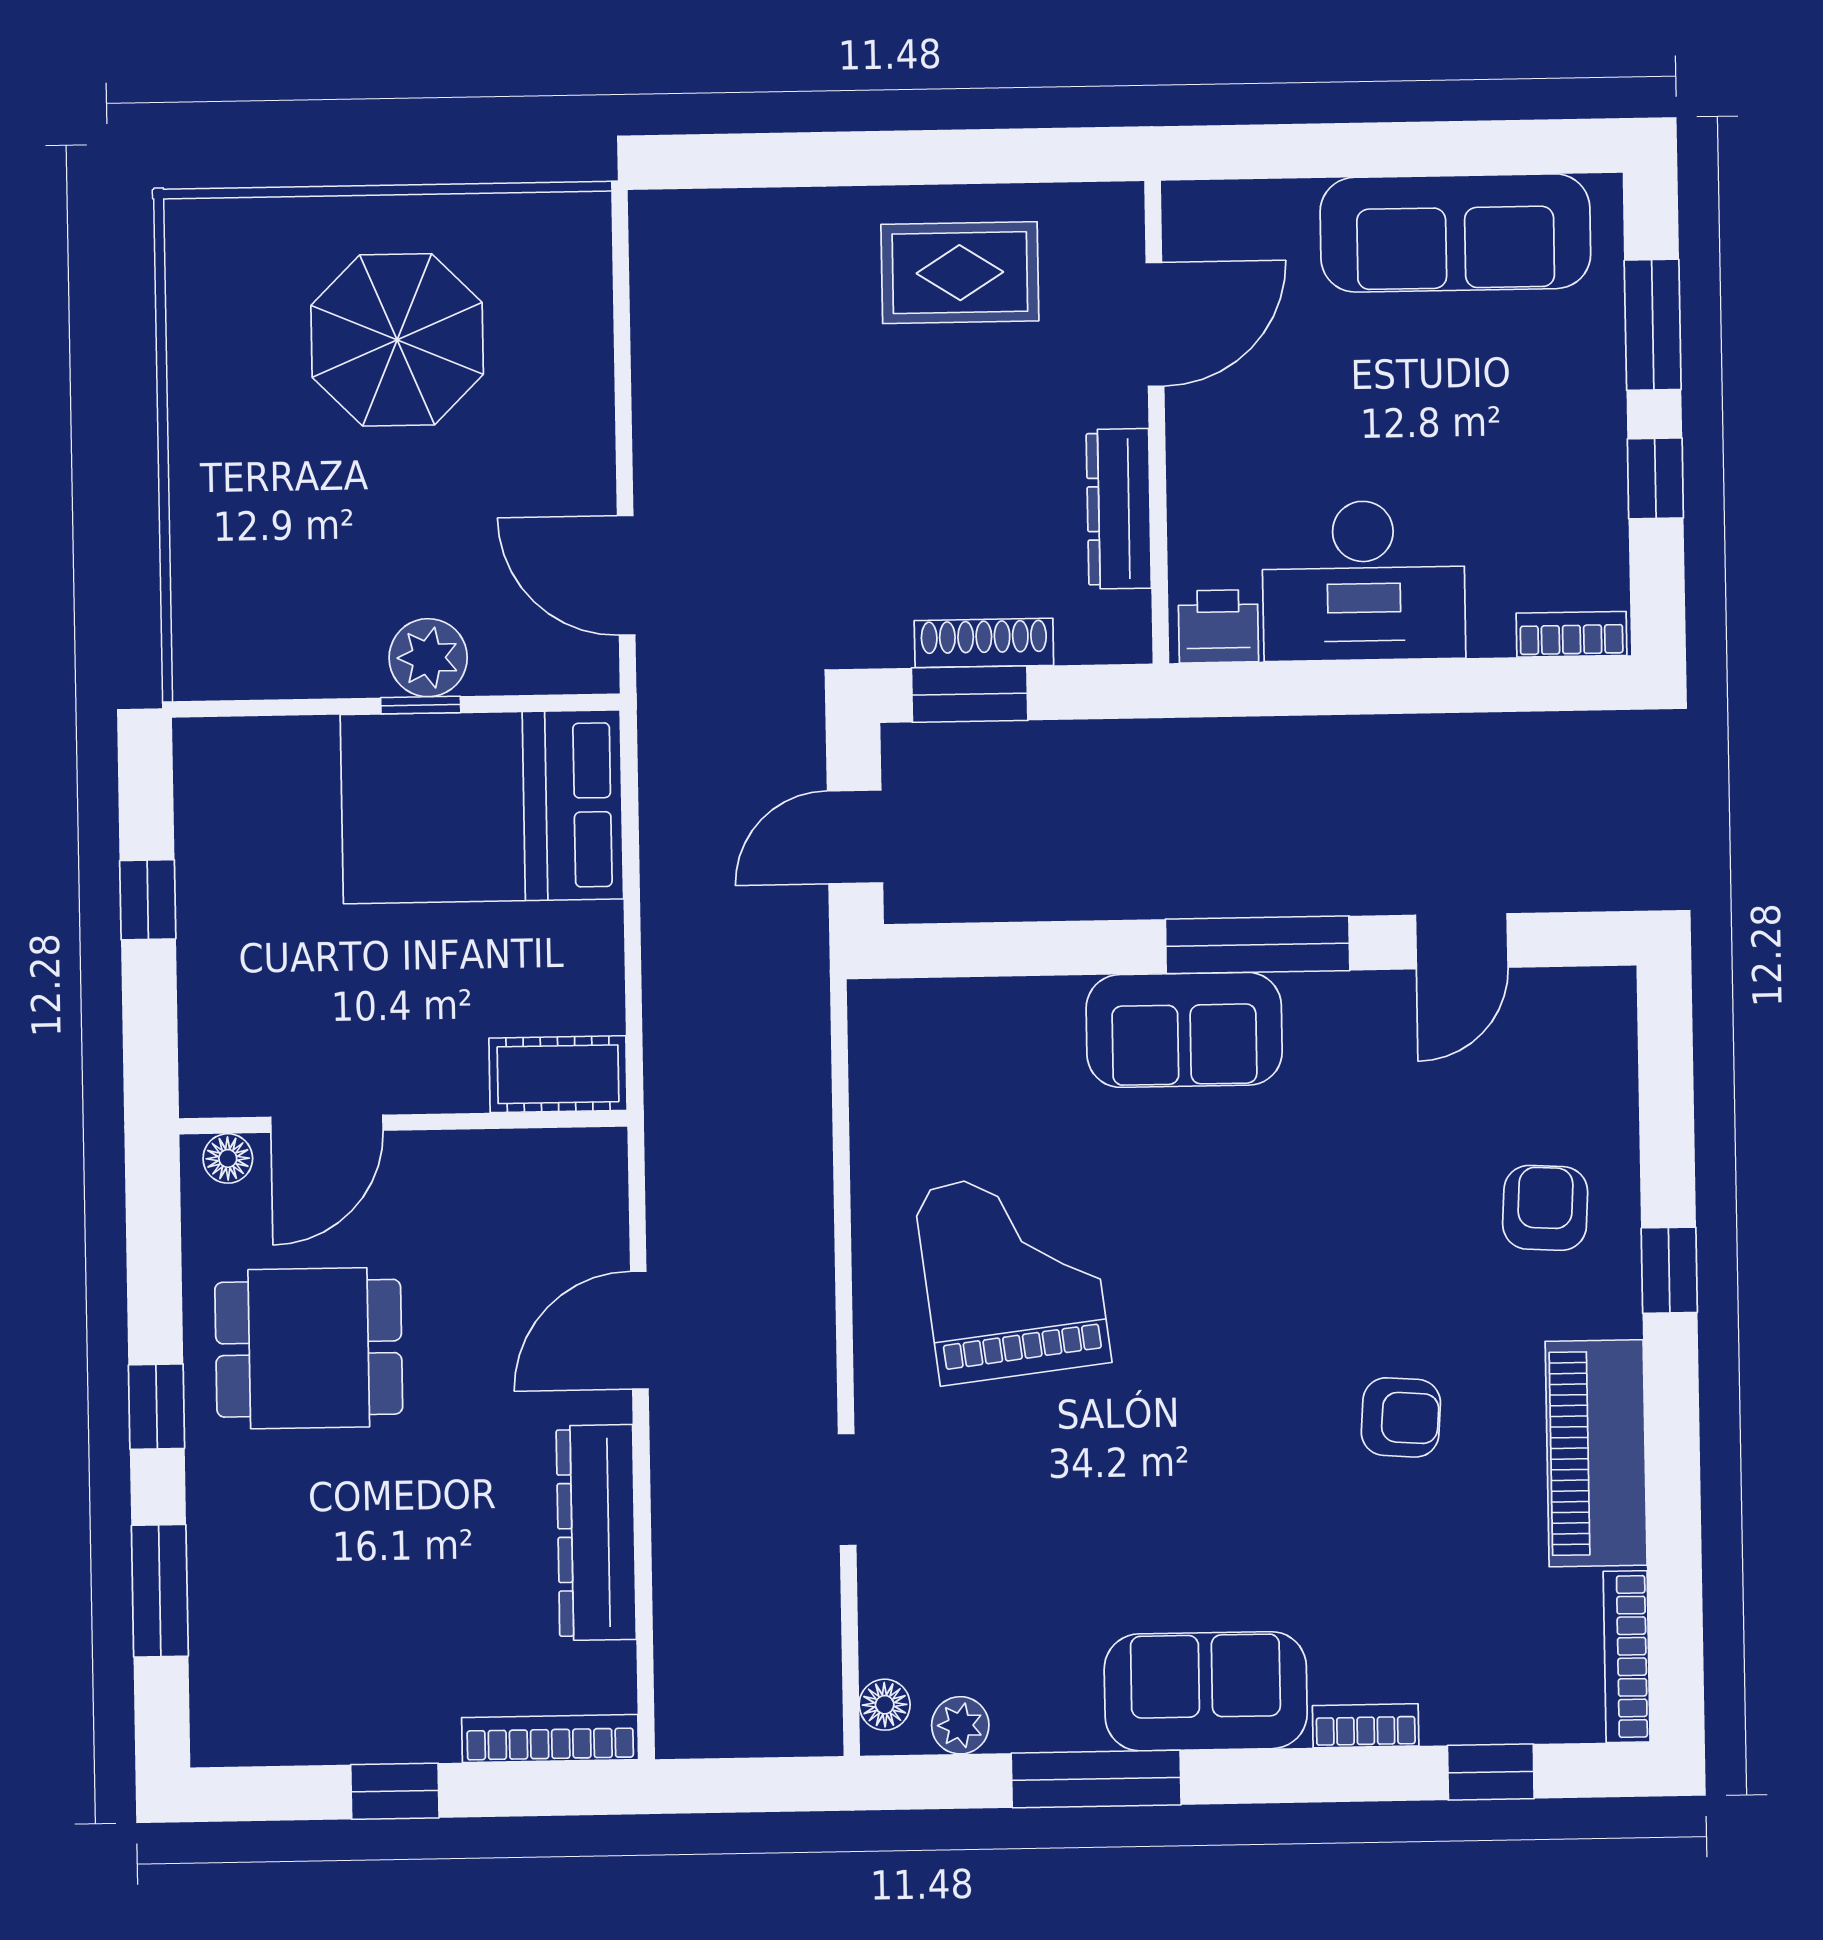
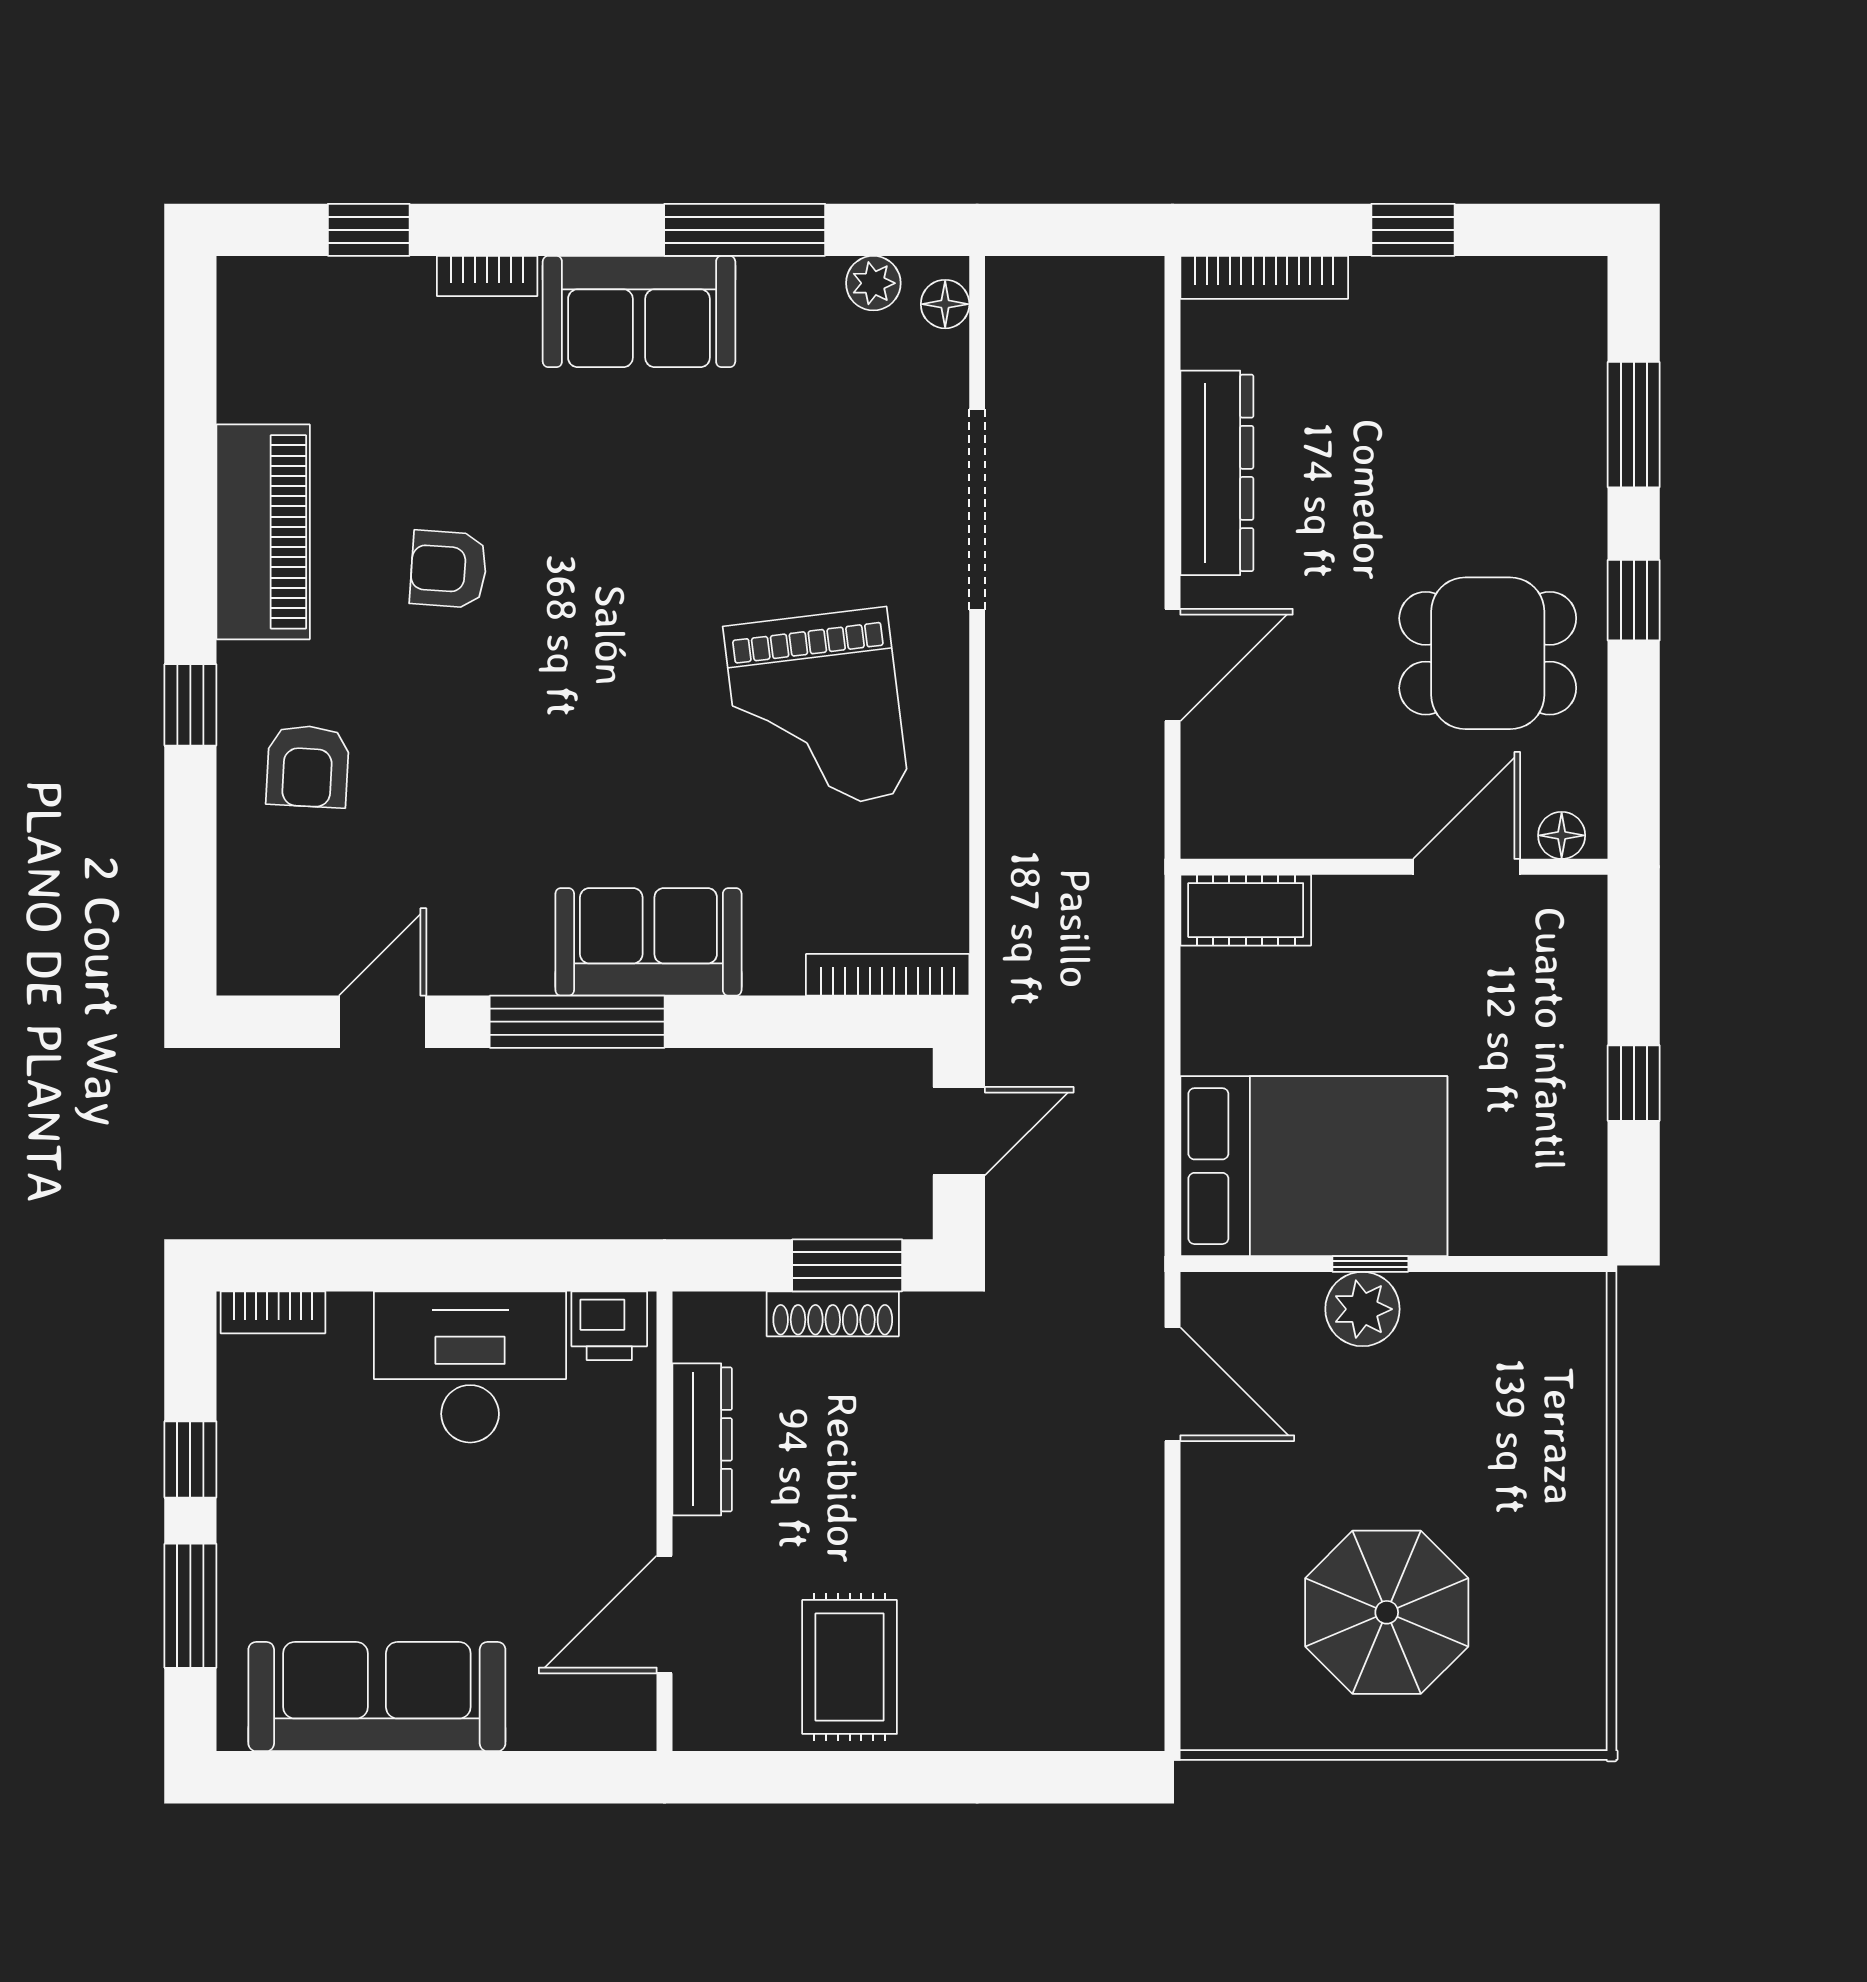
rug: (960, 273) -> (850, 1667), turned 90
doorway: (847, 1490) -> (977, 510), width x1.88
bookcase: (1627, 1657) -> (888, 975), moved, turned -90

